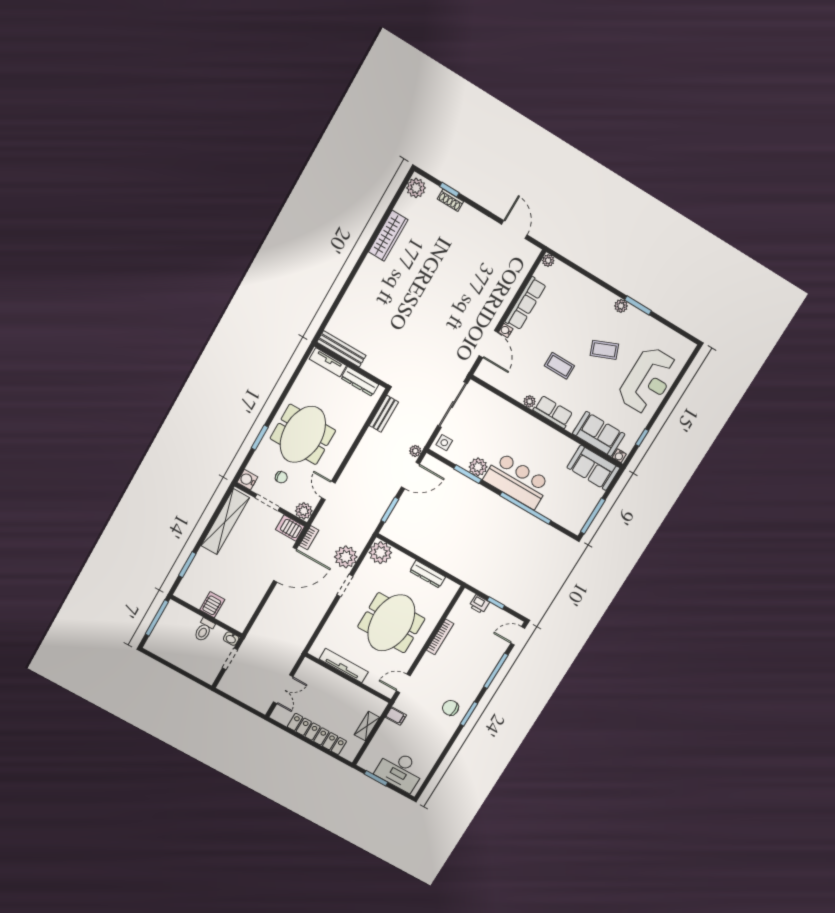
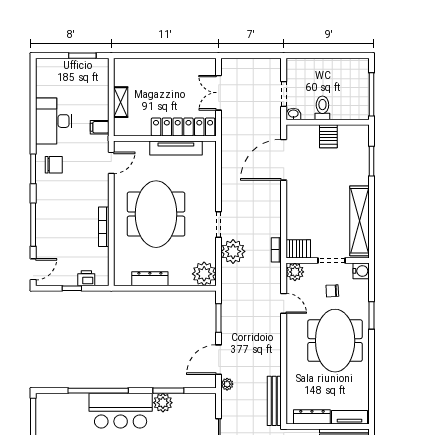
bench: (384, 414) -> (274, 401), width x1.36
side table: (444, 443) -> (206, 407), removed
door: (285, 565) -> (284, 160), moved
locker: (317, 734) -> (183, 127), moved, turned 180
desk: (400, 771) -> (54, 121), moved, turned -90

